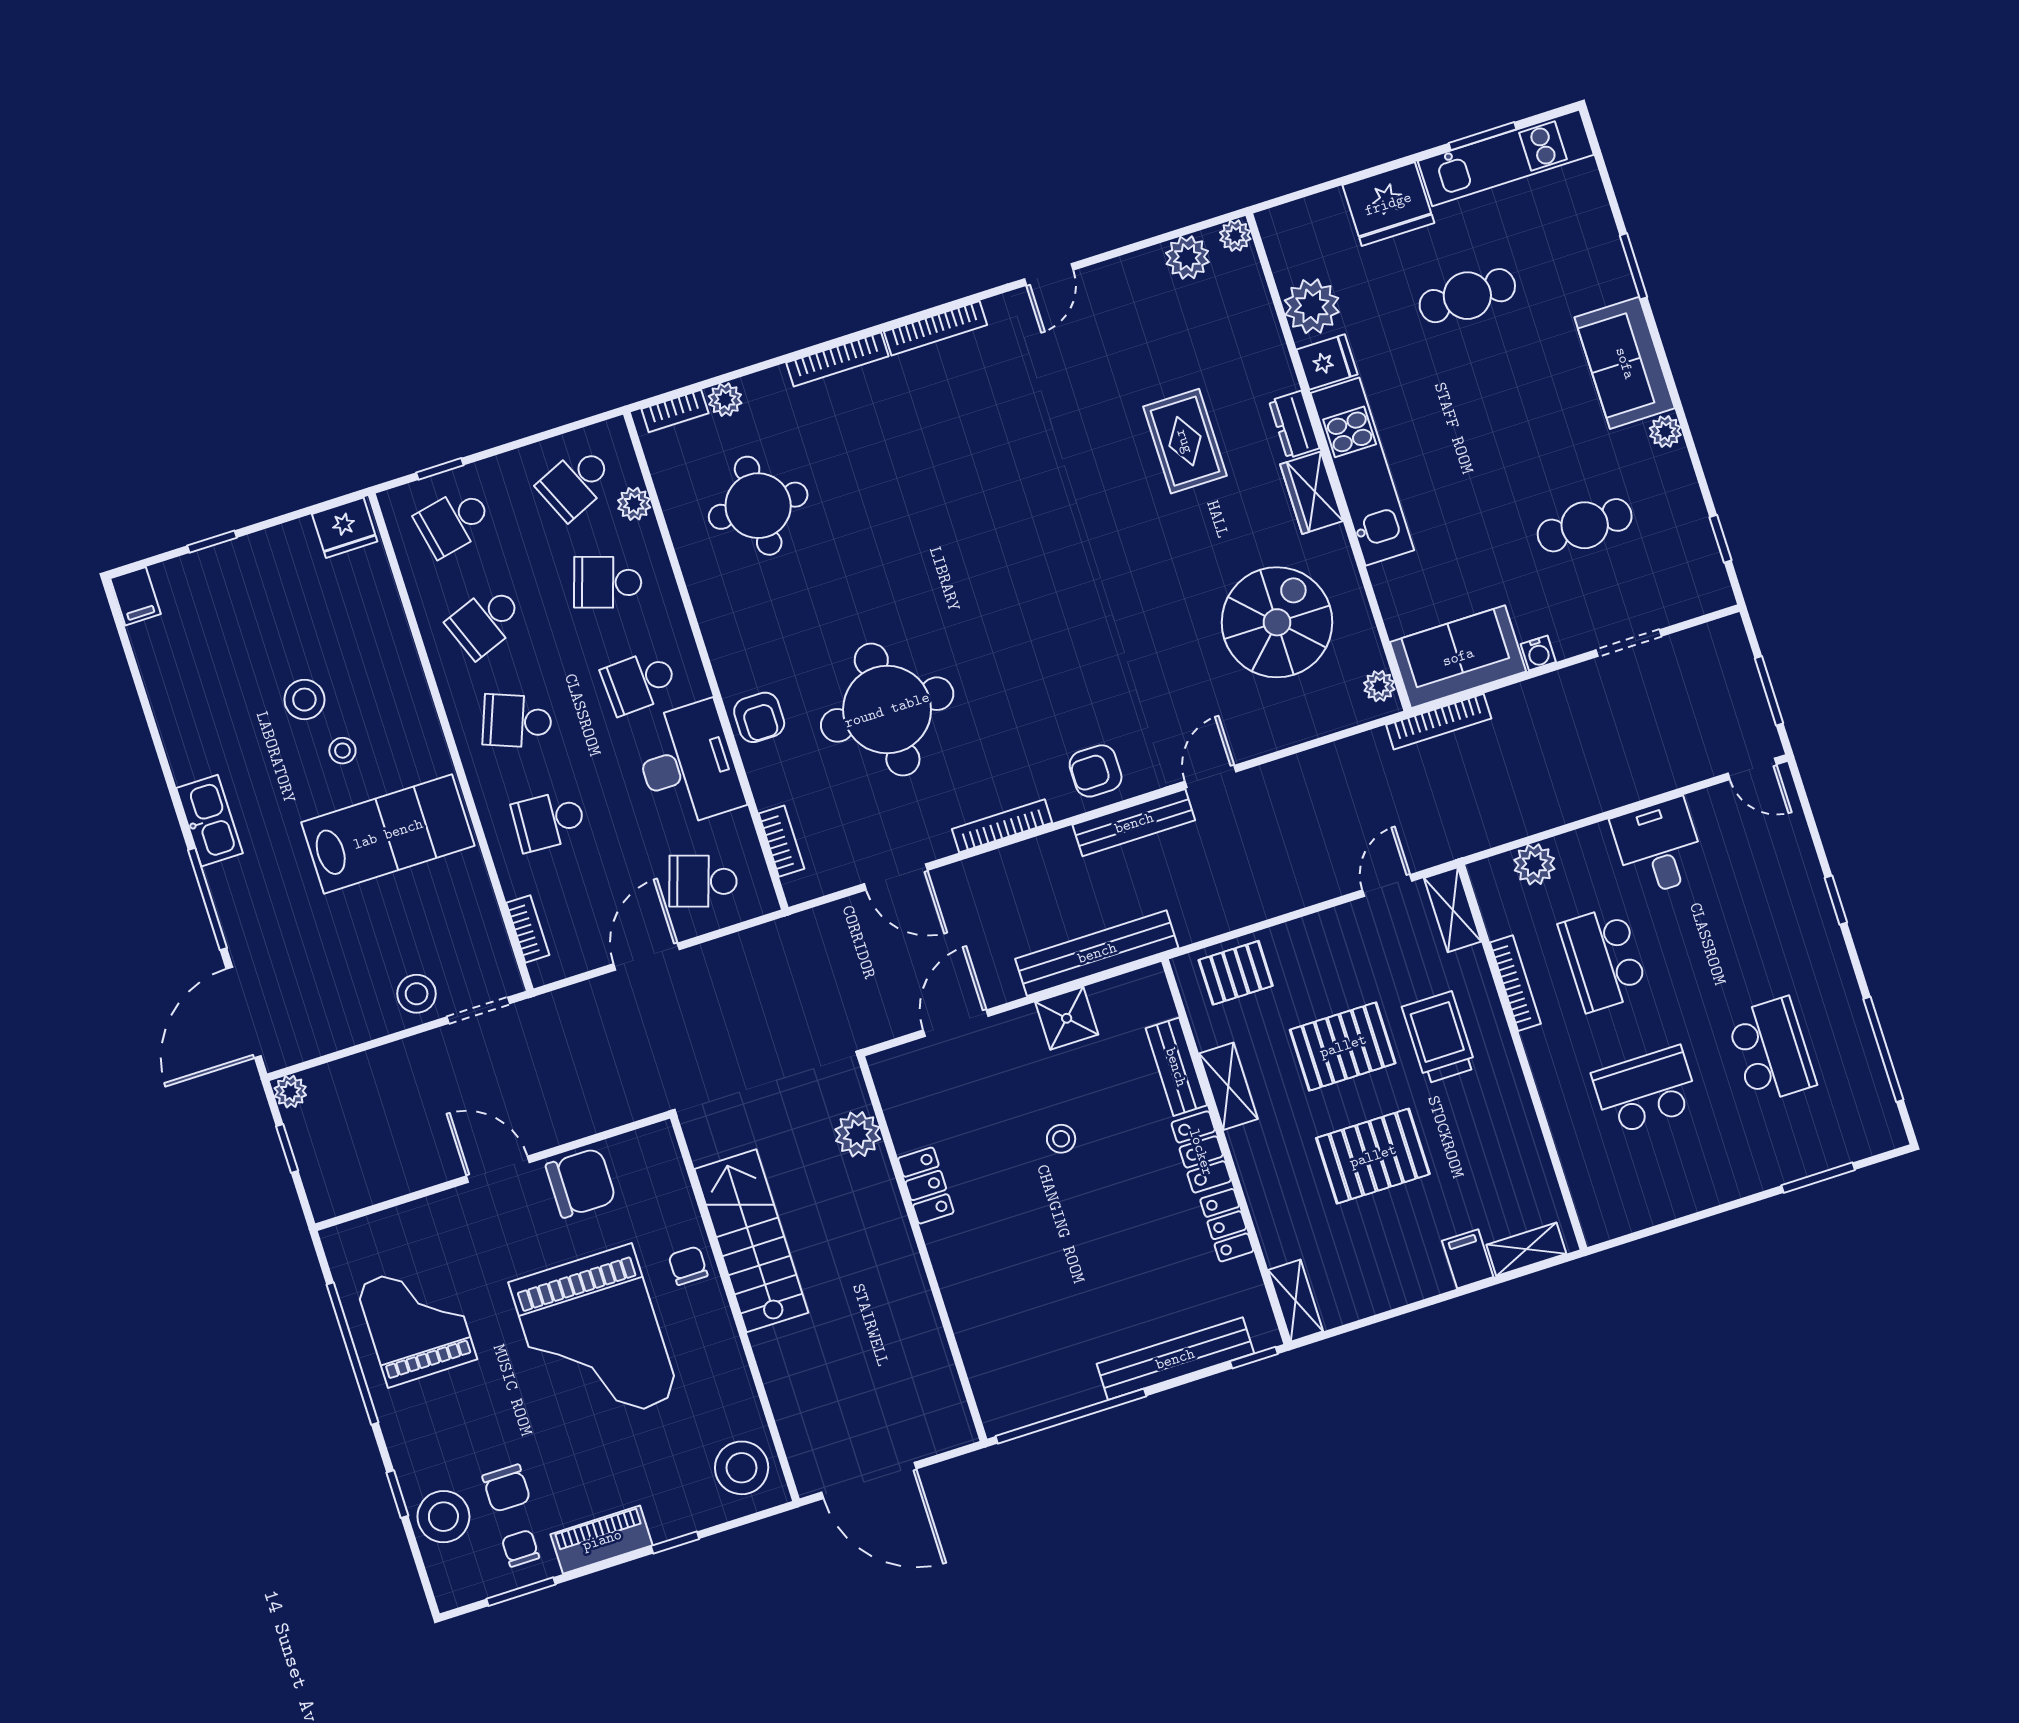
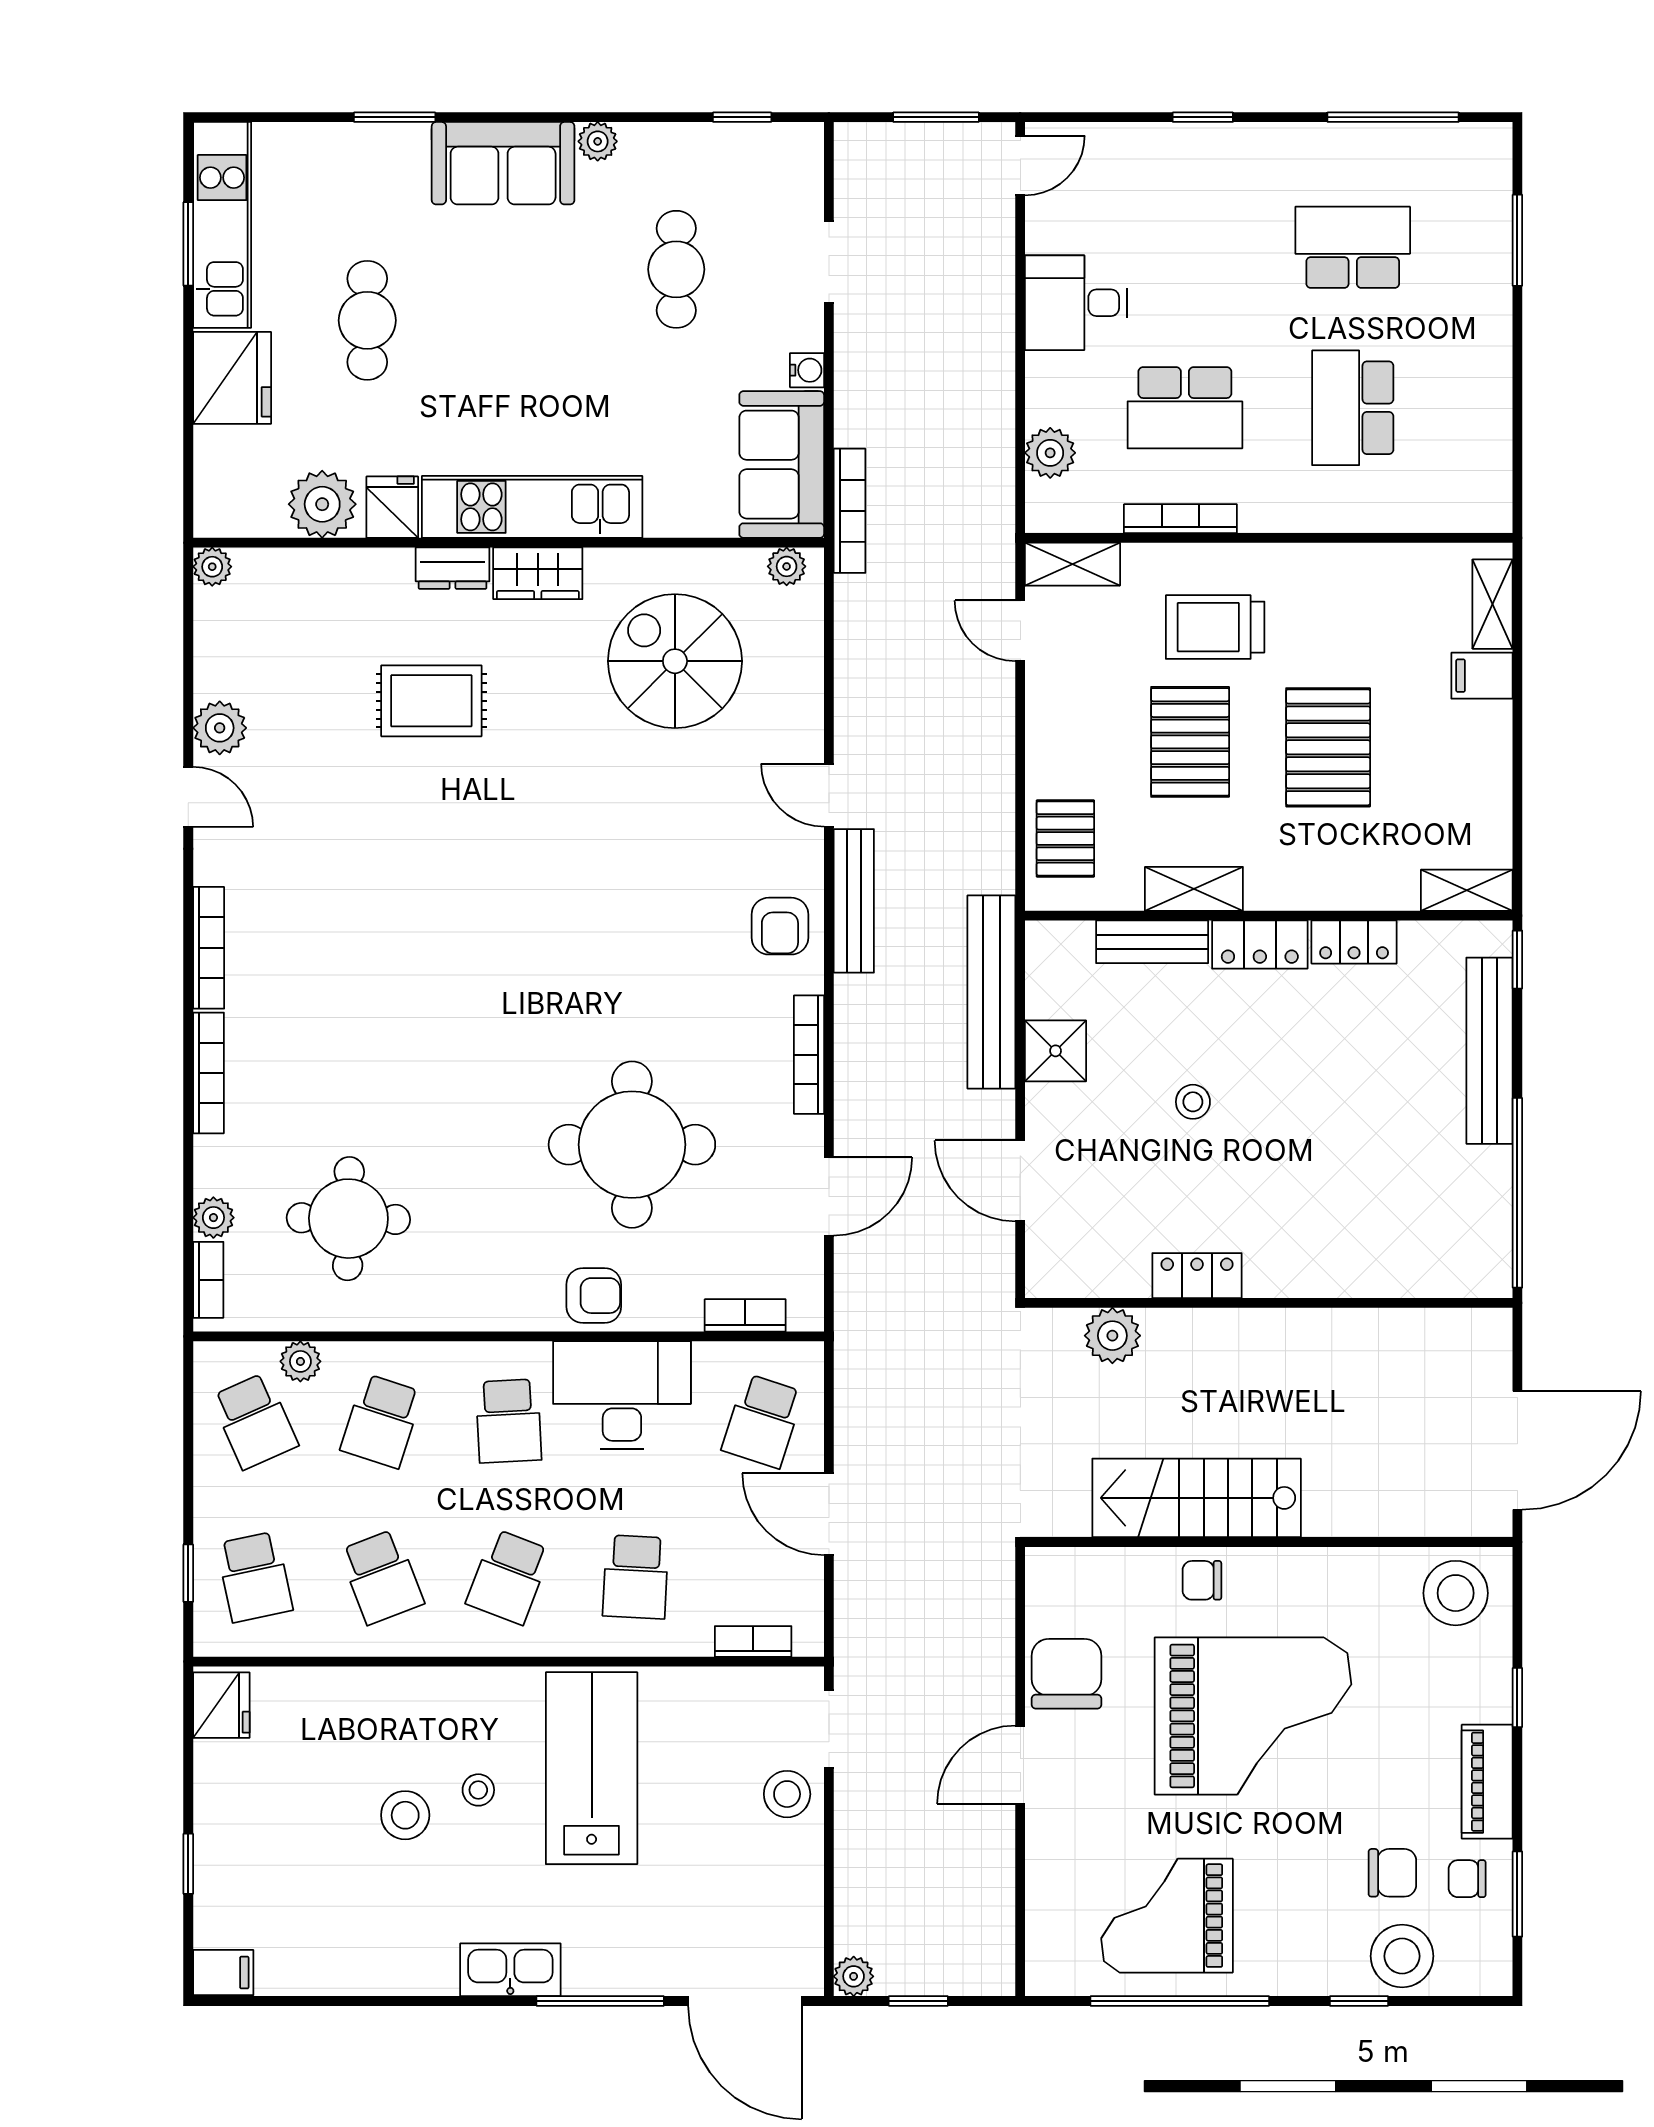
plant: (1187, 257) -> (220, 728), moved

